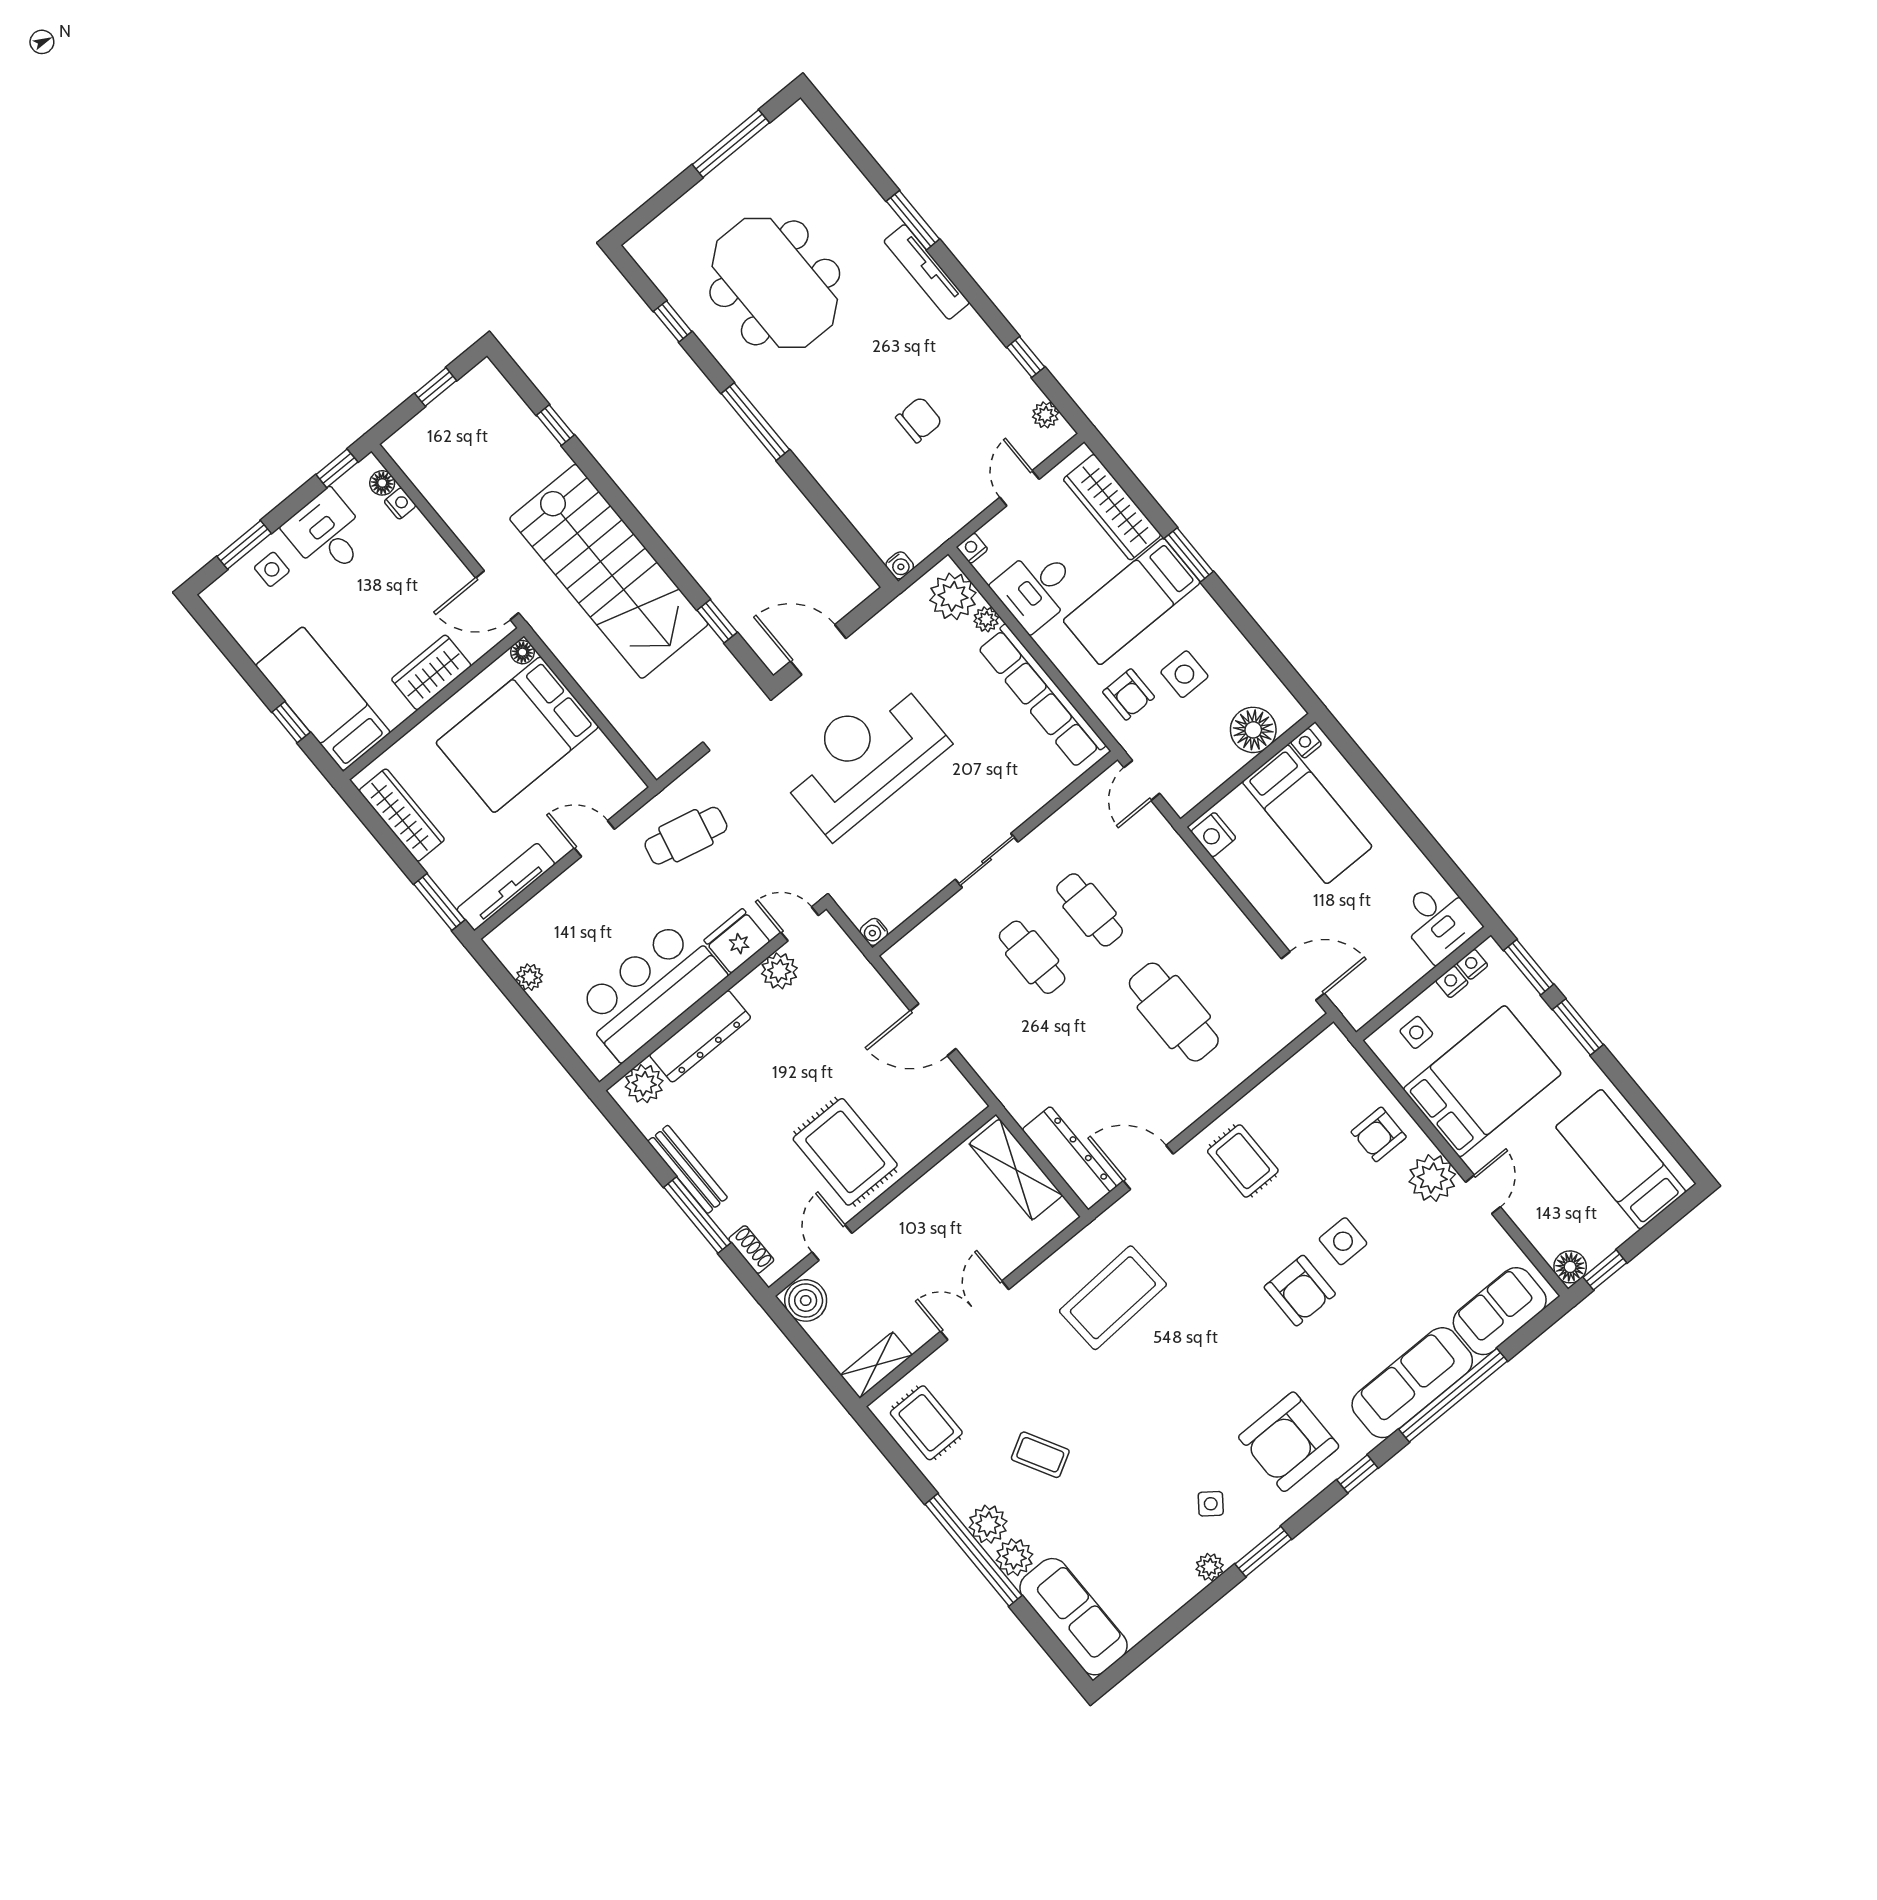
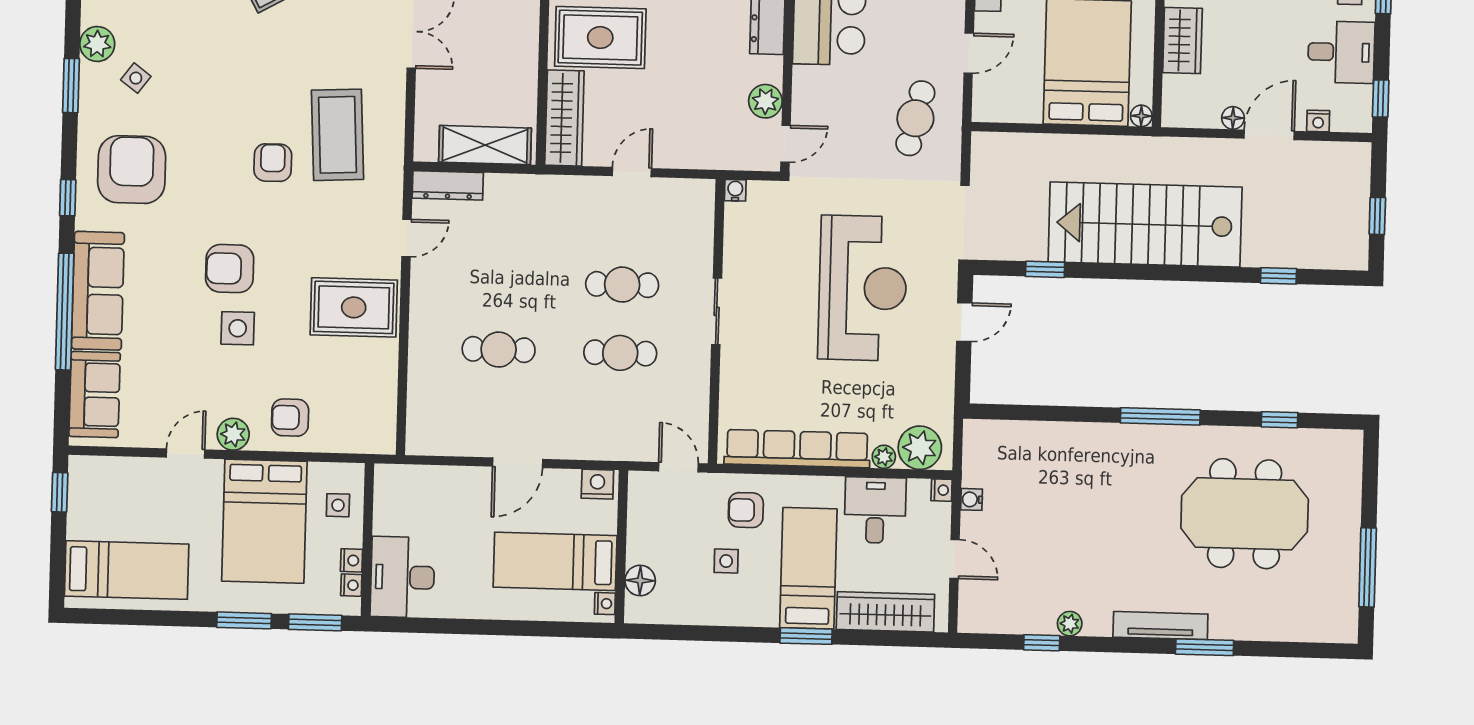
plant: (1045, 415) -> (1070, 624), moved
chair: (919, 420) -> (1063, 531), removed
floor lamp: (382, 483) -> (1233, 118), moved
water cooler: (900, 565) -> (972, 499), moved
door: (497, 595) -> (1269, 135), moved
door: (818, 650) -> (964, 322), width x0.73
side table: (1184, 674) -> (726, 561), width x0.73, depth x0.73
floor lamp: (1253, 730) -> (640, 581), width x0.73, depth x0.73
desk: (1438, 921) -> (402, 577), width x1.37
fridge: (737, 941) -> (812, 90), removed
door: (1303, 976) -> (518, 463), moved
cafe table: (1174, 1012) -> (499, 350), width x0.73, depth x0.74
door: (933, 1030) -> (632, 172), width x0.73
wardrobe: (937, 1124) -> (564, 118), added
armchair: (1379, 1134) -> (290, 418), turned -90
dresser: (1069, 1158) -> (448, 185), width x0.73, depth x0.80
rug: (1243, 1161) -> (354, 307), width x1.36, depth x1.43
door: (1148, 1167) -> (406, 238), width x0.73
plant: (1432, 1178) -> (233, 434), width x0.73, depth x0.73
door: (1483, 1194) -> (186, 453), swing flipped
floor lamp: (1570, 1267) -> (83, 470), removed
armchair: (1182, 1331) -> (273, 163), added
plant: (1210, 1567) -> (97, 44), width x1.38, depth x1.38

